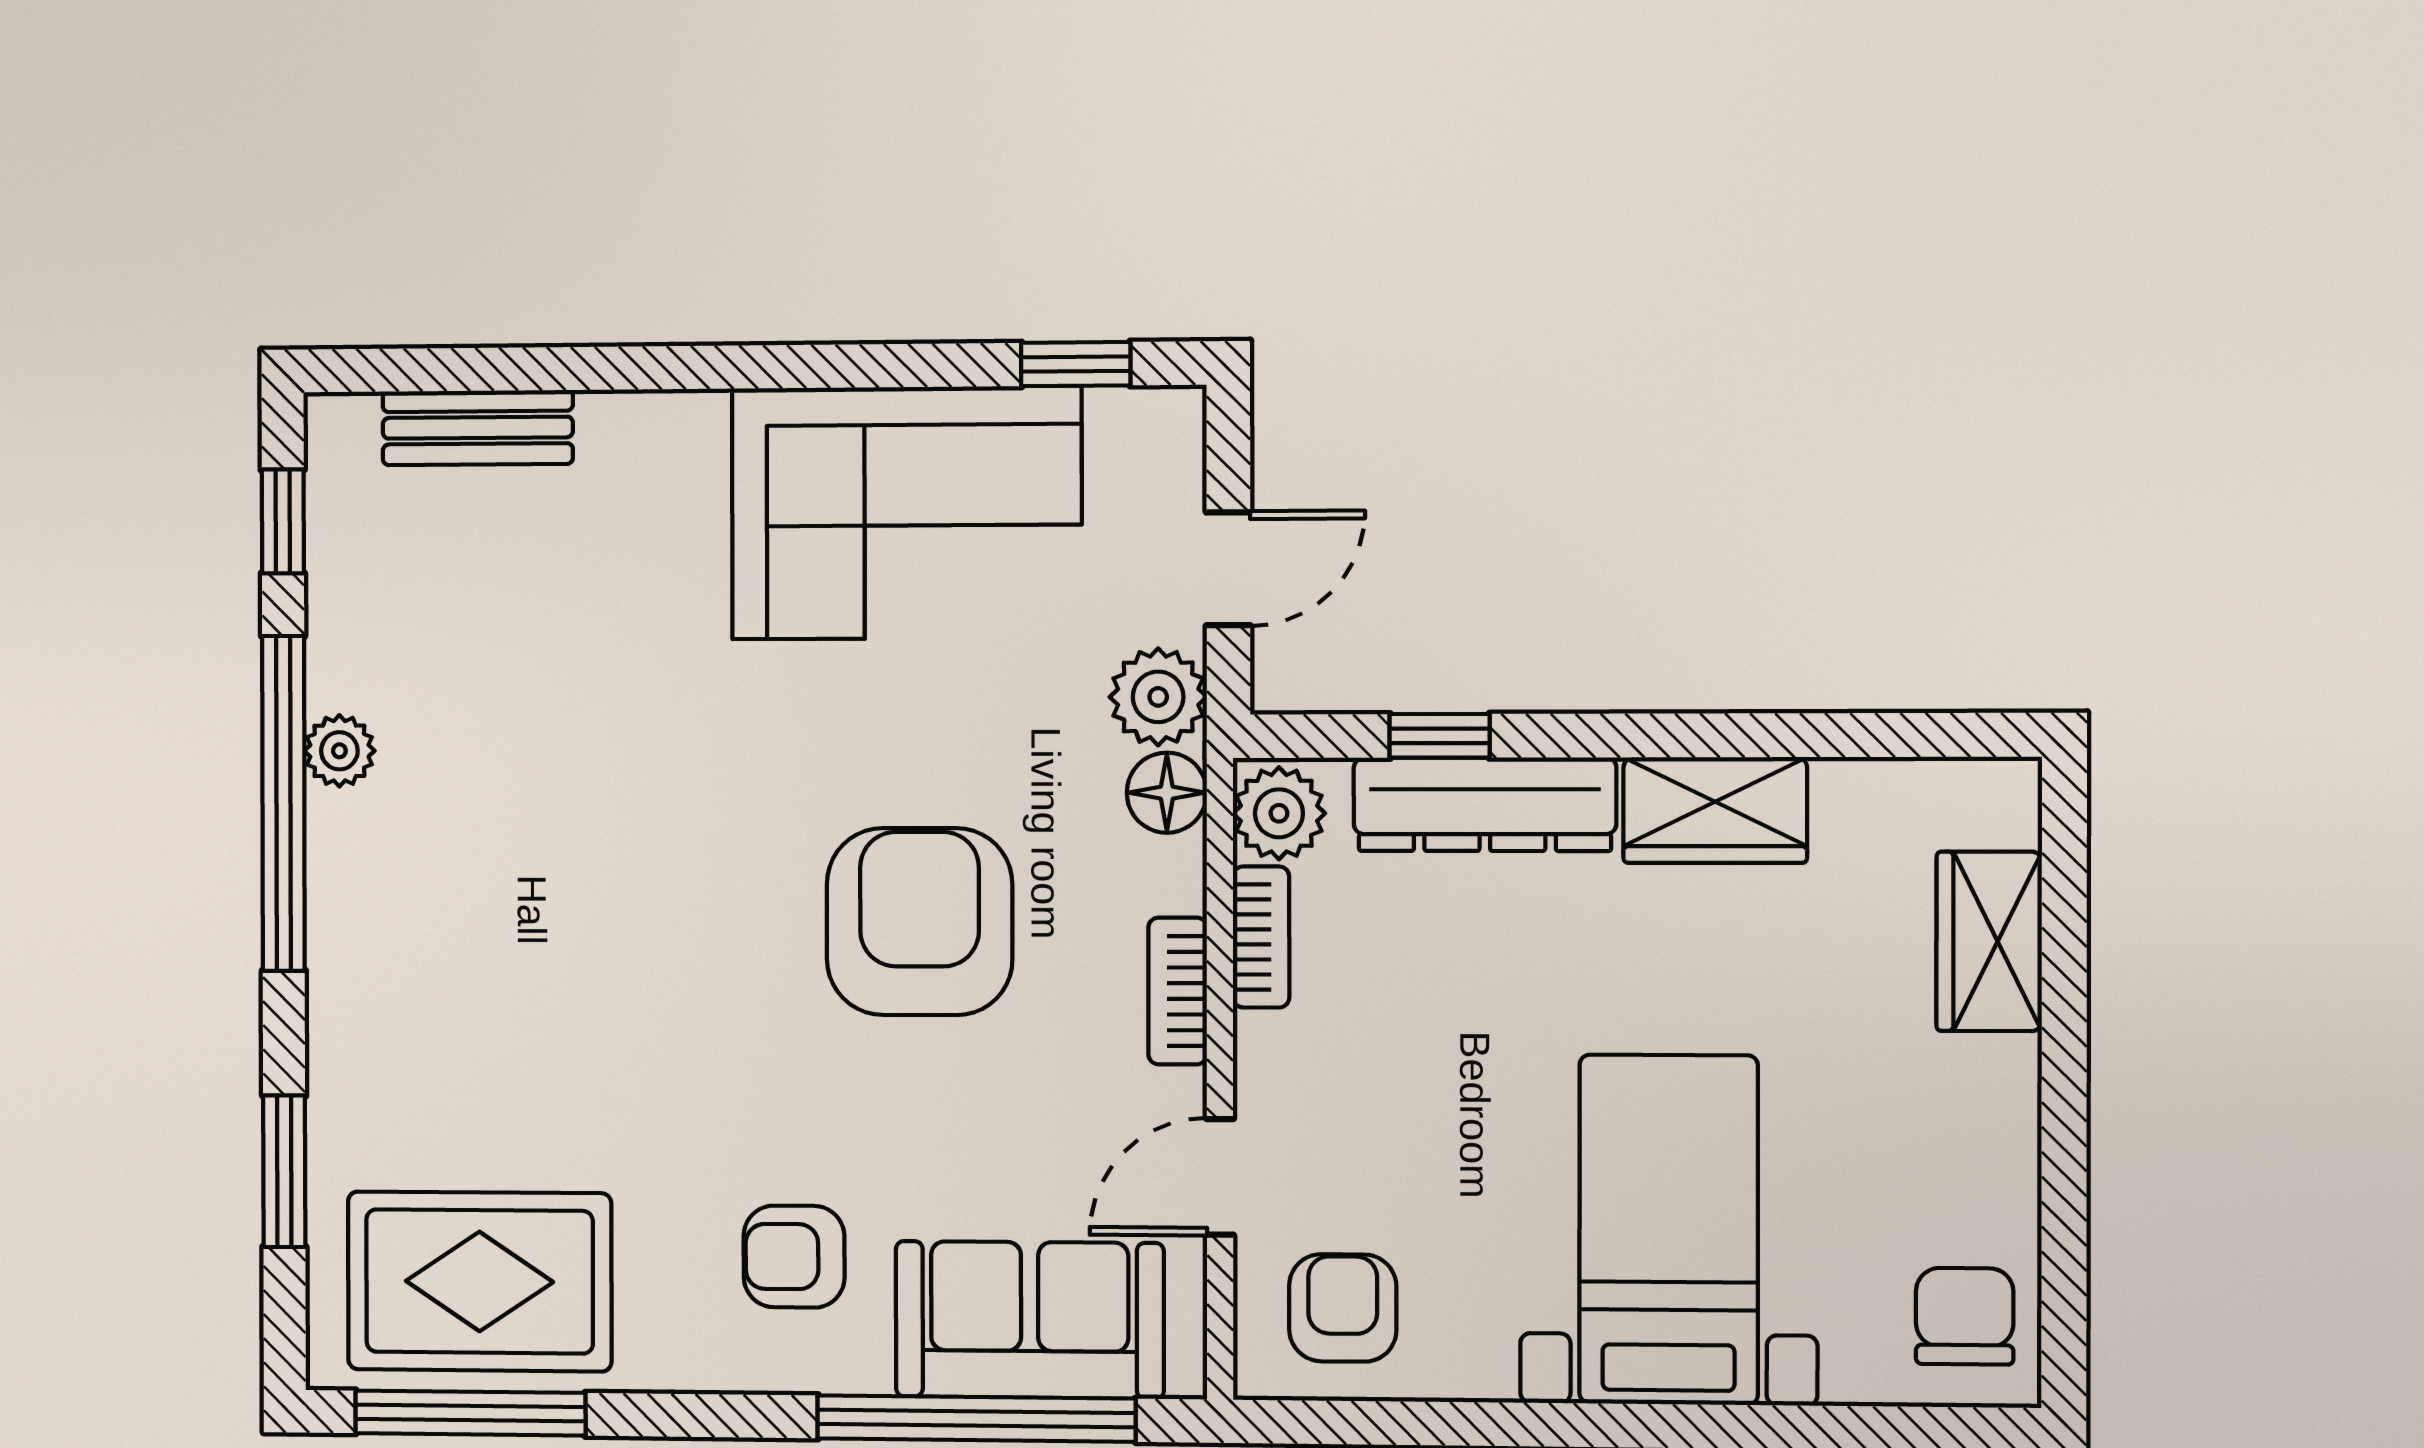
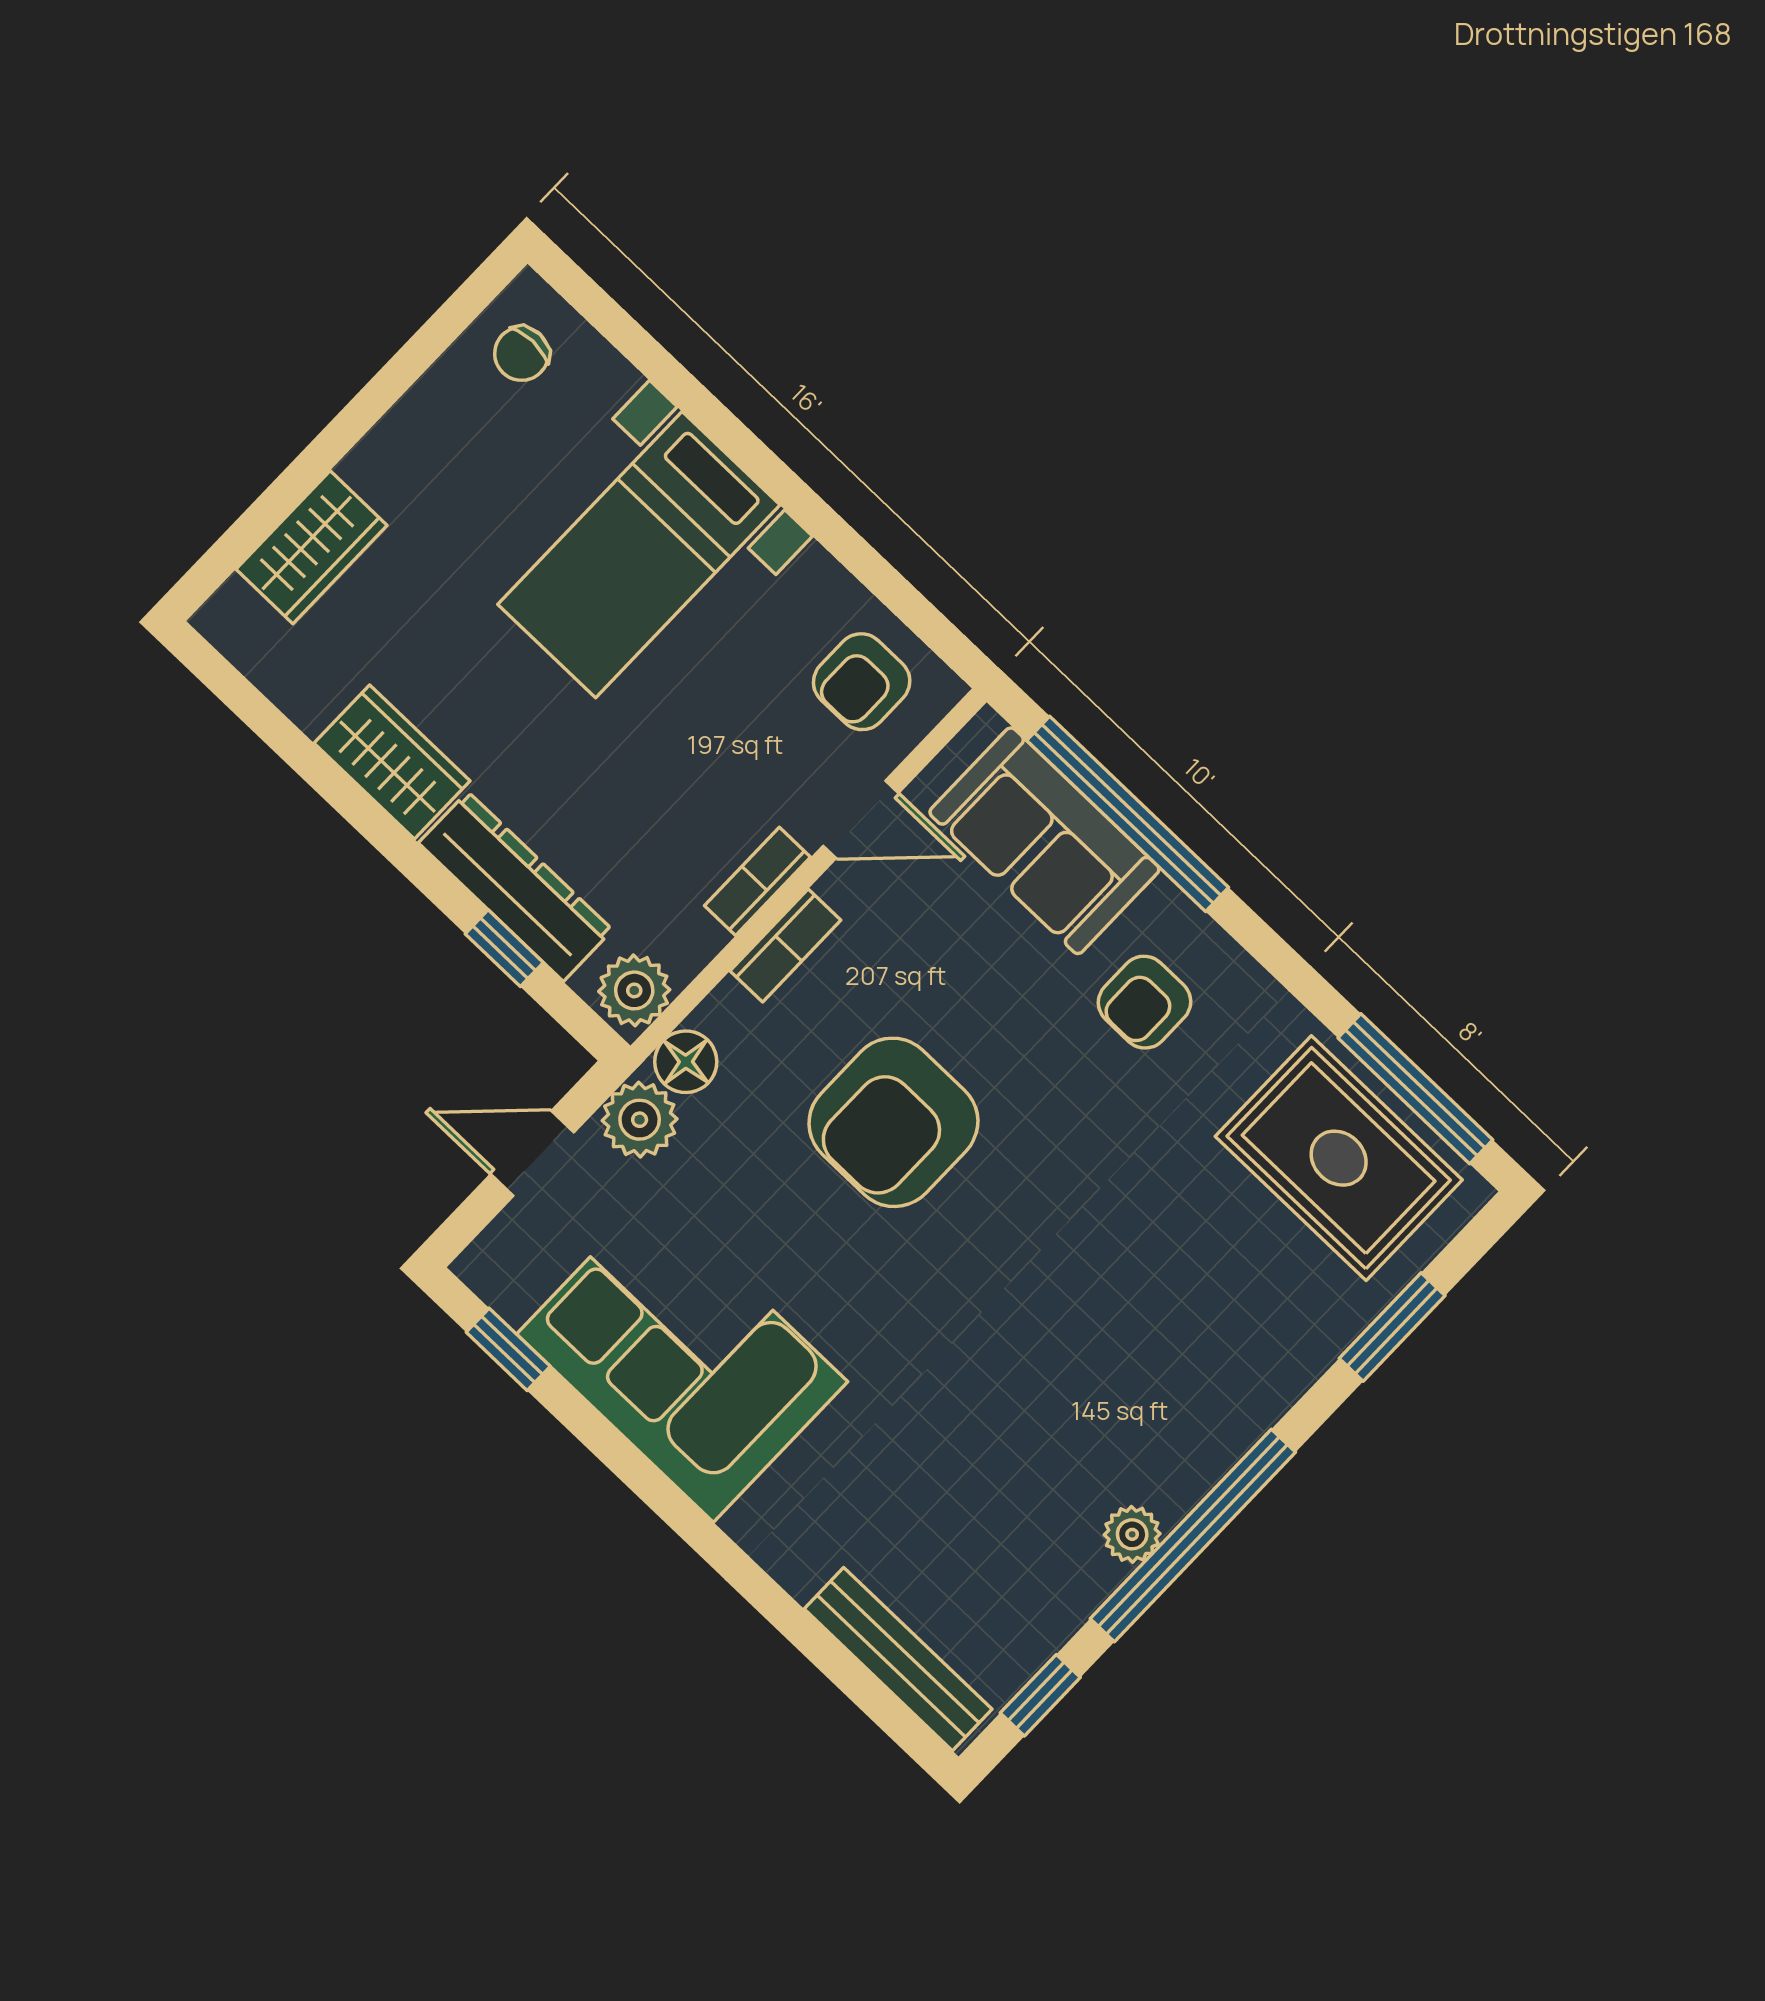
bench: (478, 428) -> (898, 1659), width x1.36
bookcase: (1261, 937) -> (758, 881), moved
armchair: (794, 1257) -> (1145, 1002), turned 90
chair: (1965, 1316) -> (522, 354), width x0.73, depth x0.73

